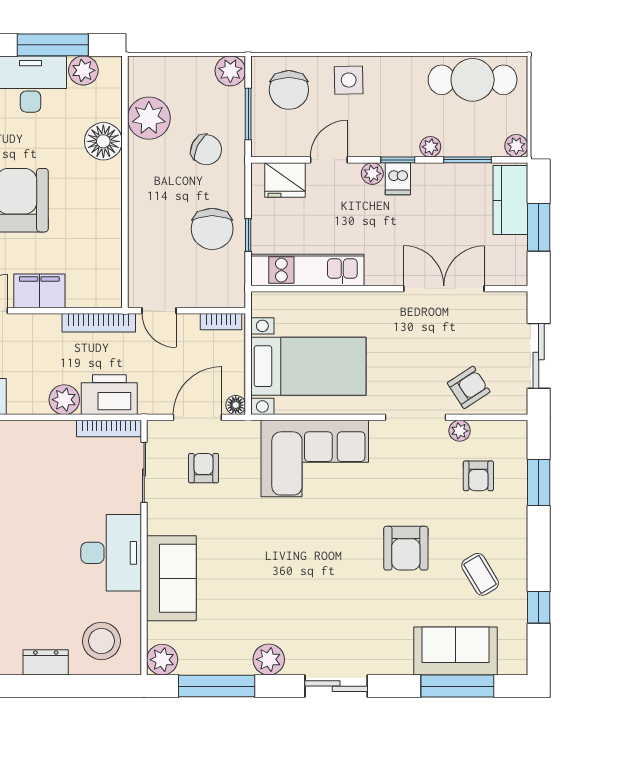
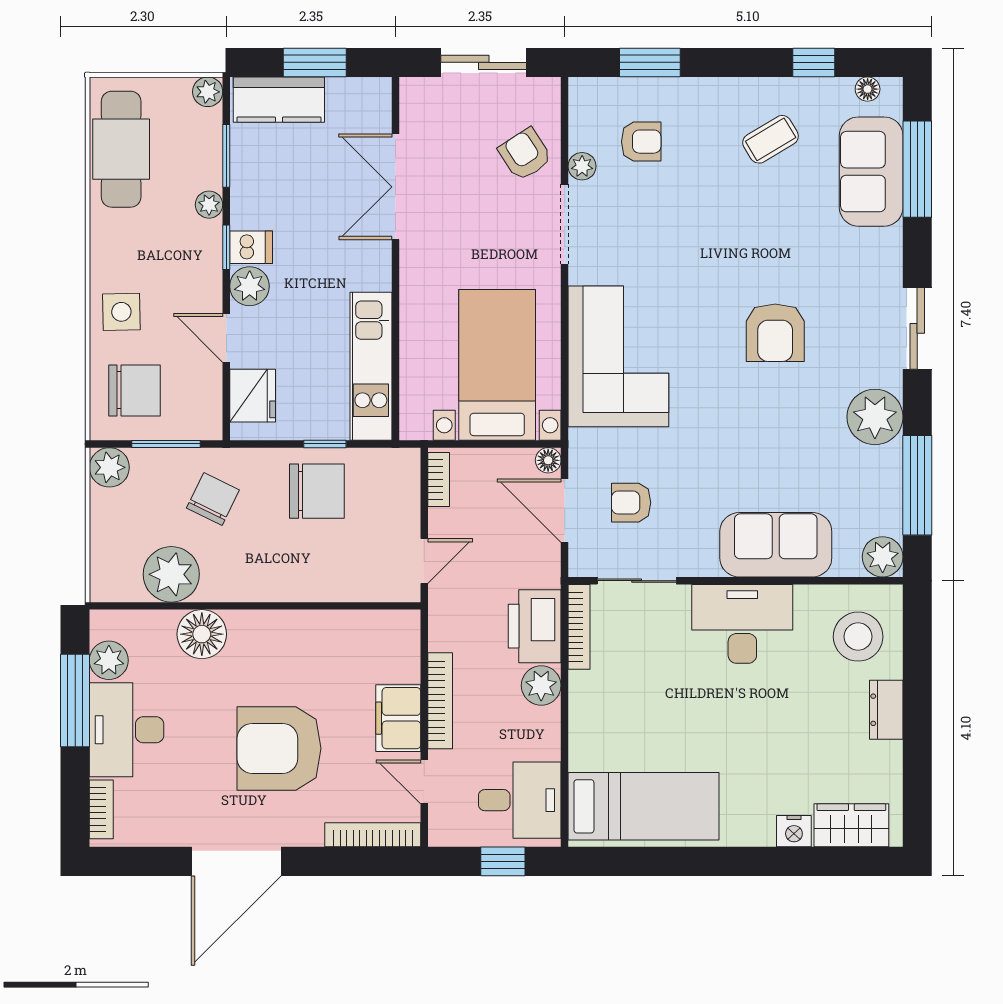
plant: (372, 174) -> (250, 286), width x1.38, depth x1.38
bookcase: (99, 323) -> (440, 701), moved
armchair: (406, 548) -> (775, 333), moved, turned 90
floor lamp: (518, 648) -> (868, 89), added
plant: (269, 659) -> (875, 417), width x1.36, depth x1.36

